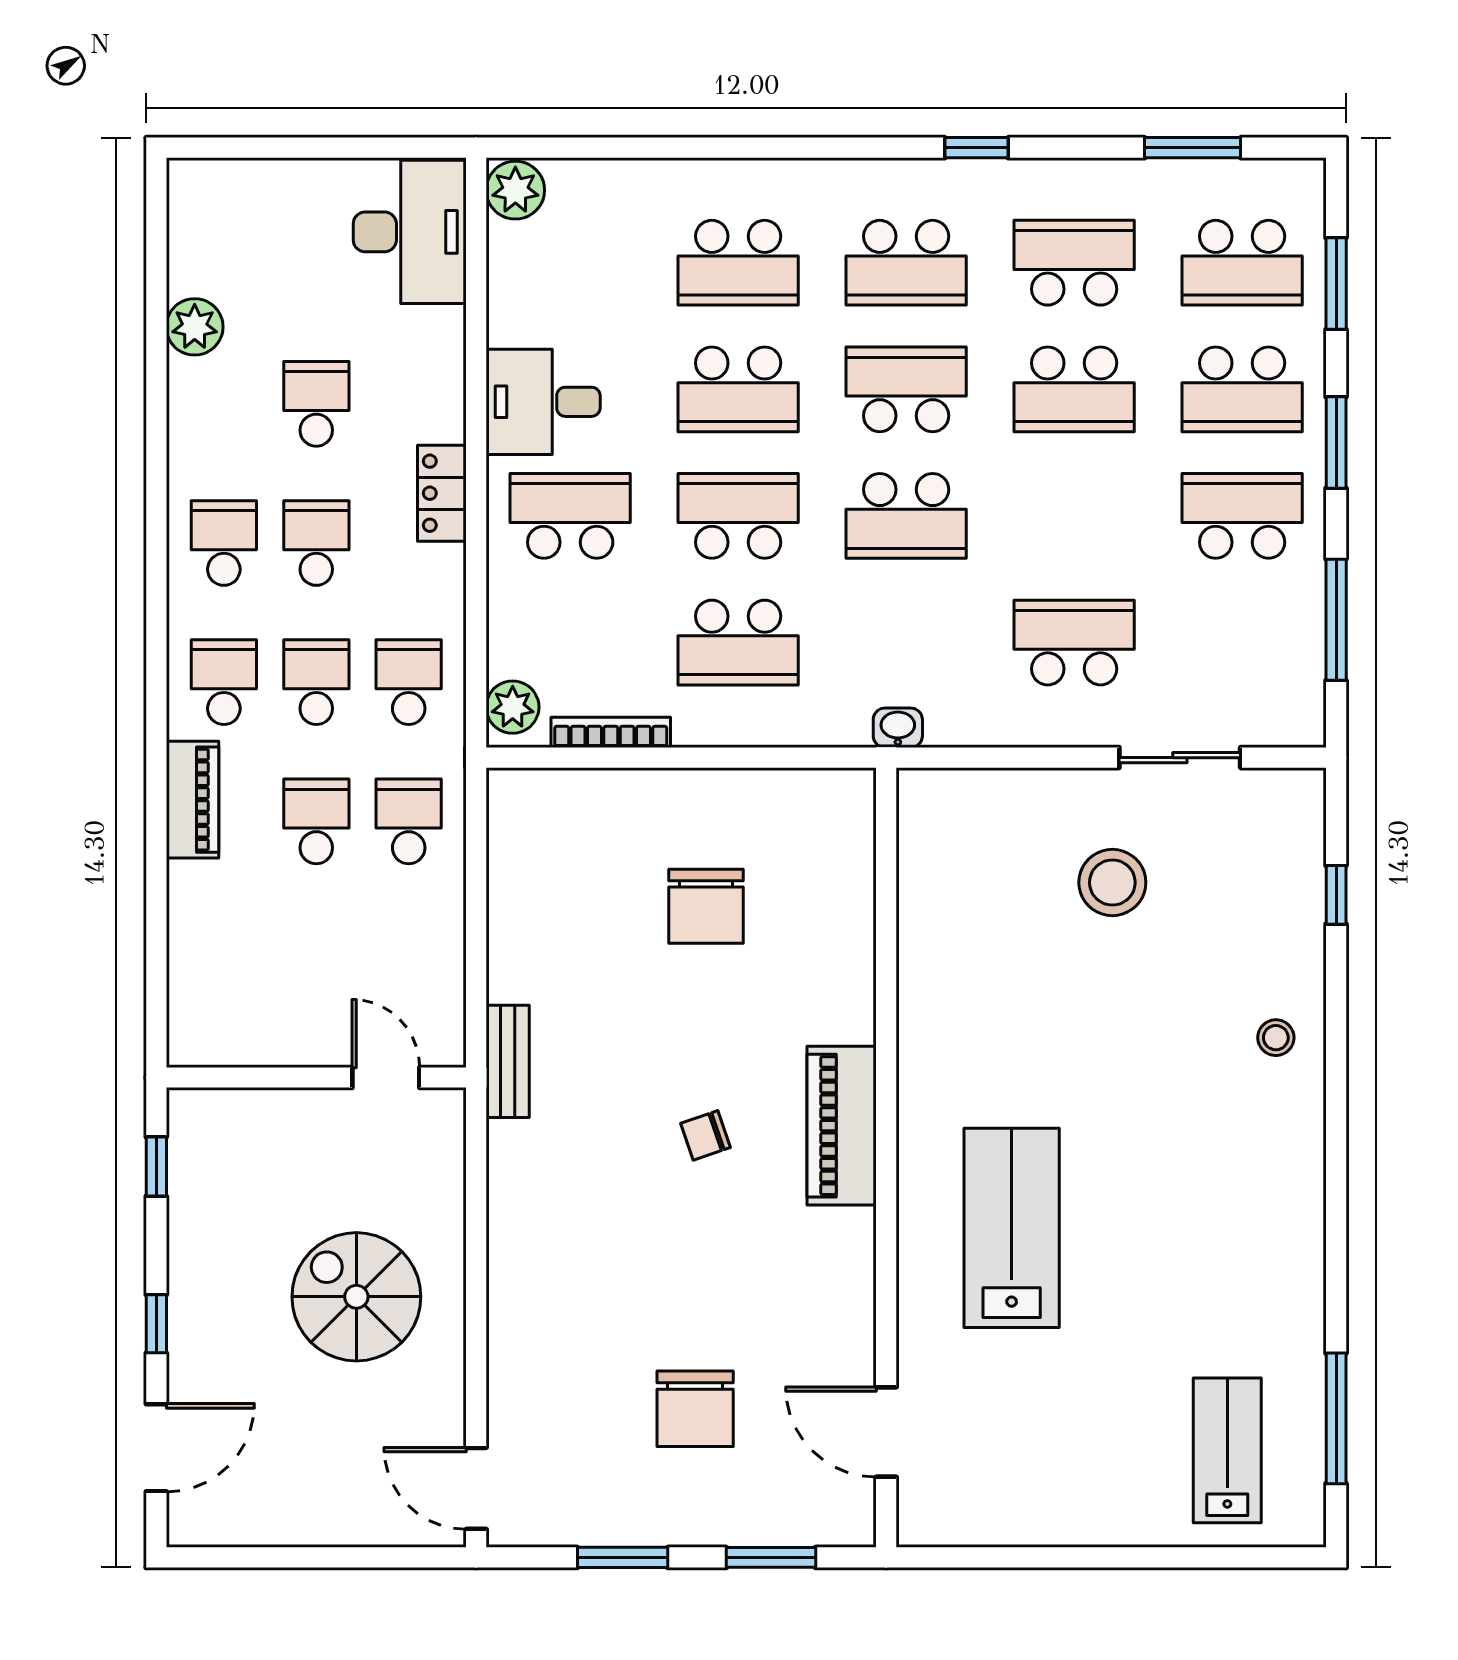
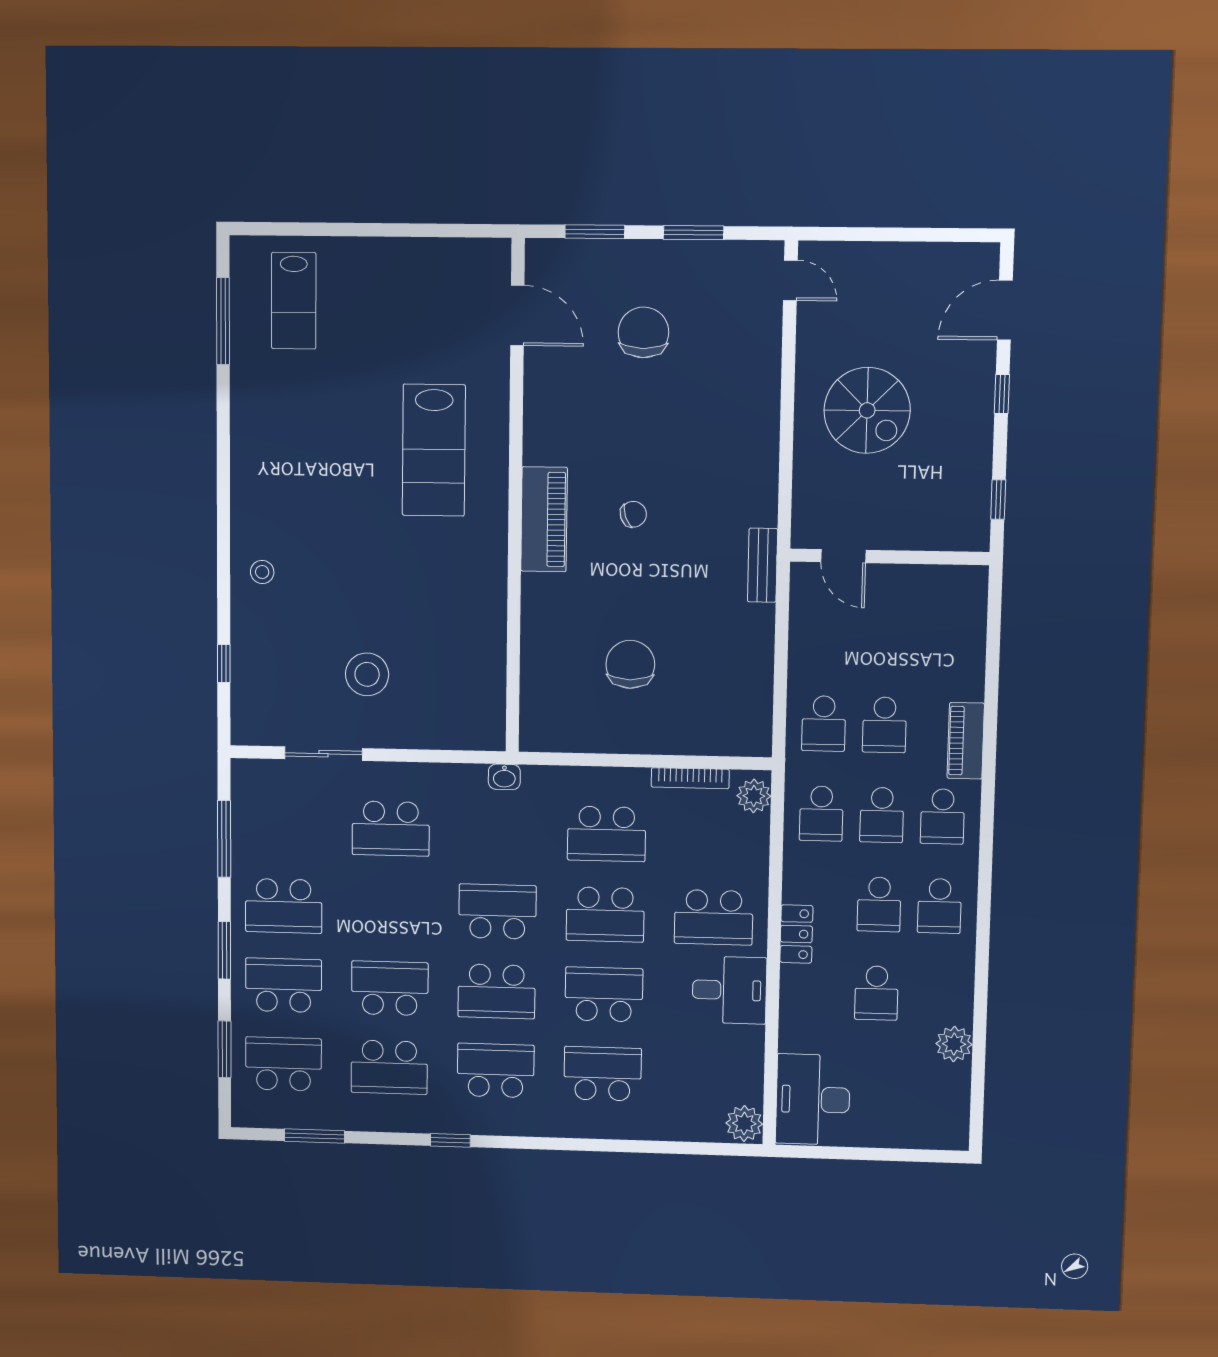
school desk: (738, 643) -> (607, 834), turned 180
door: (476, 1488) -> (790, 280), width x0.73

